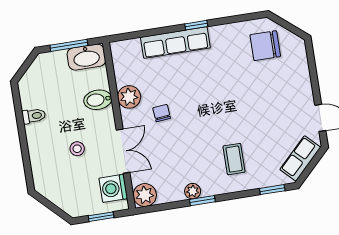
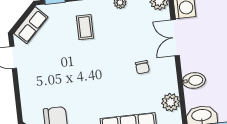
plant: (129, 97) -> (171, 102), moved
stool: (77, 149) -> (213, 41), removed

